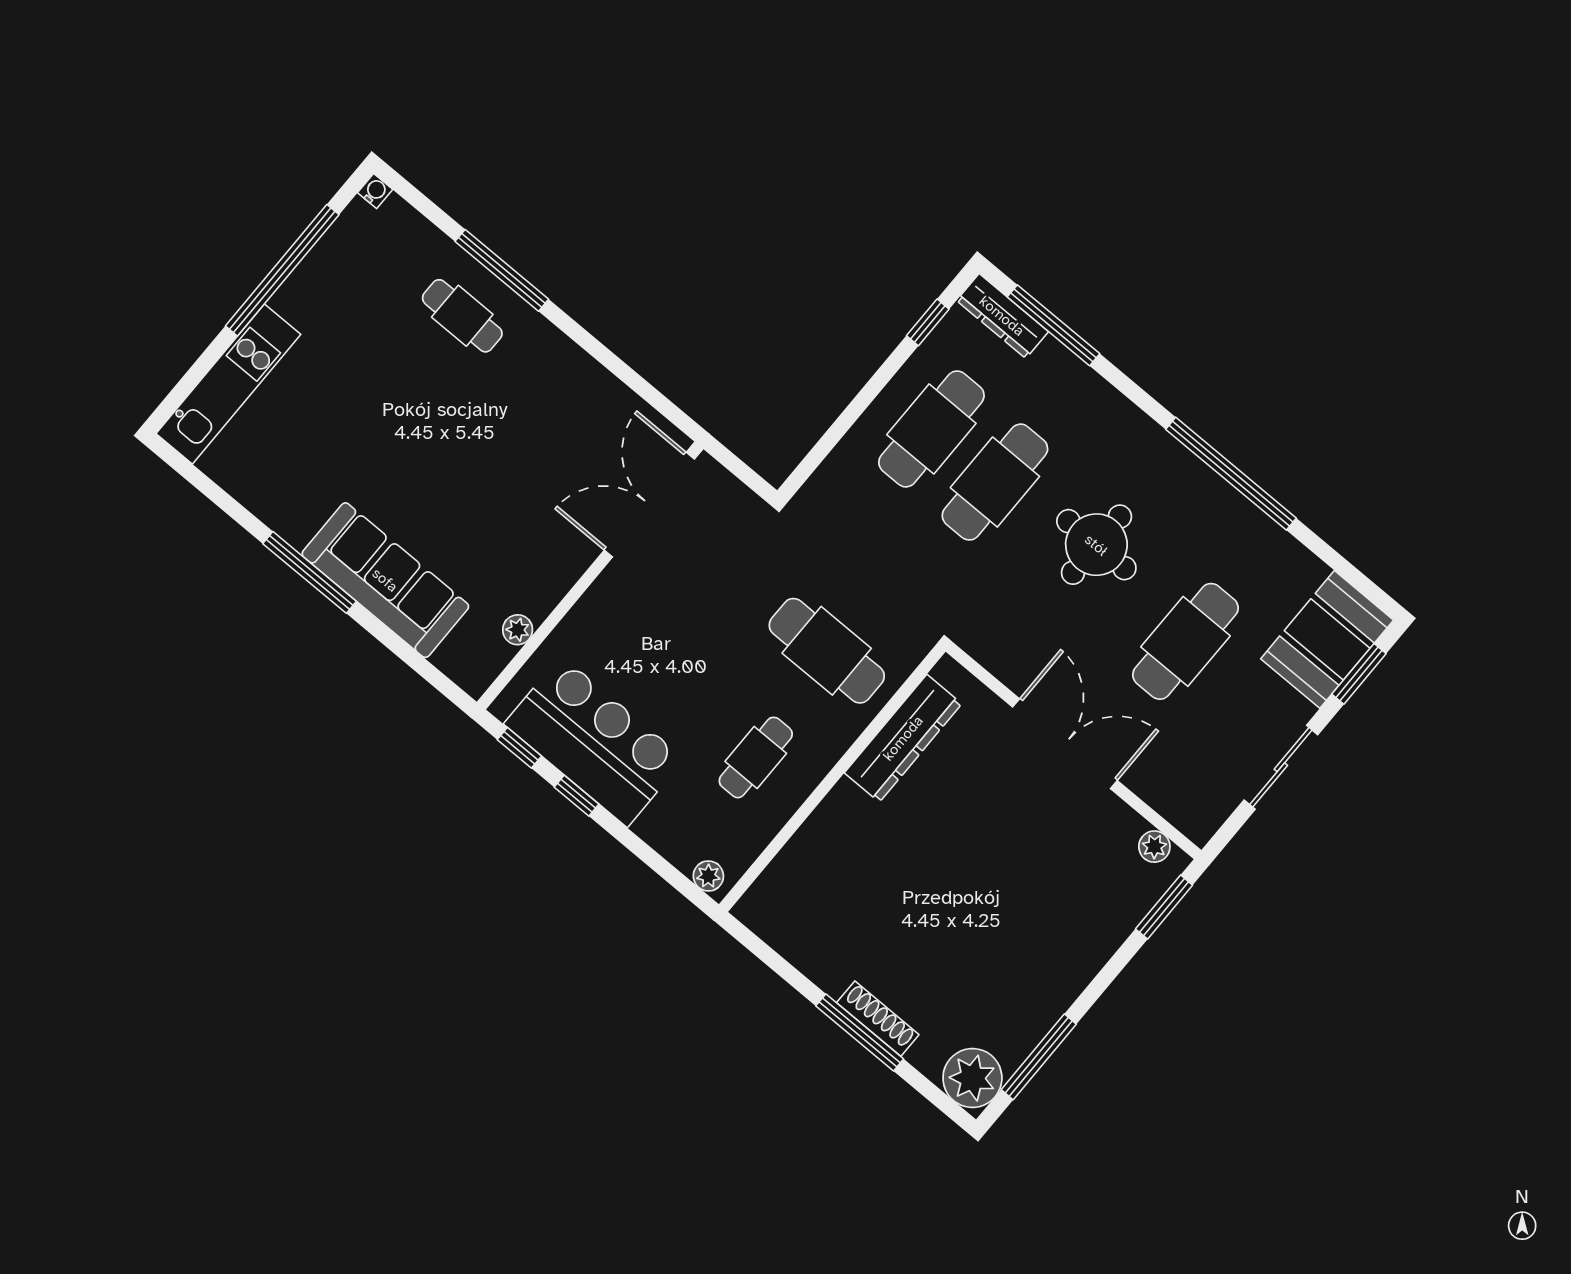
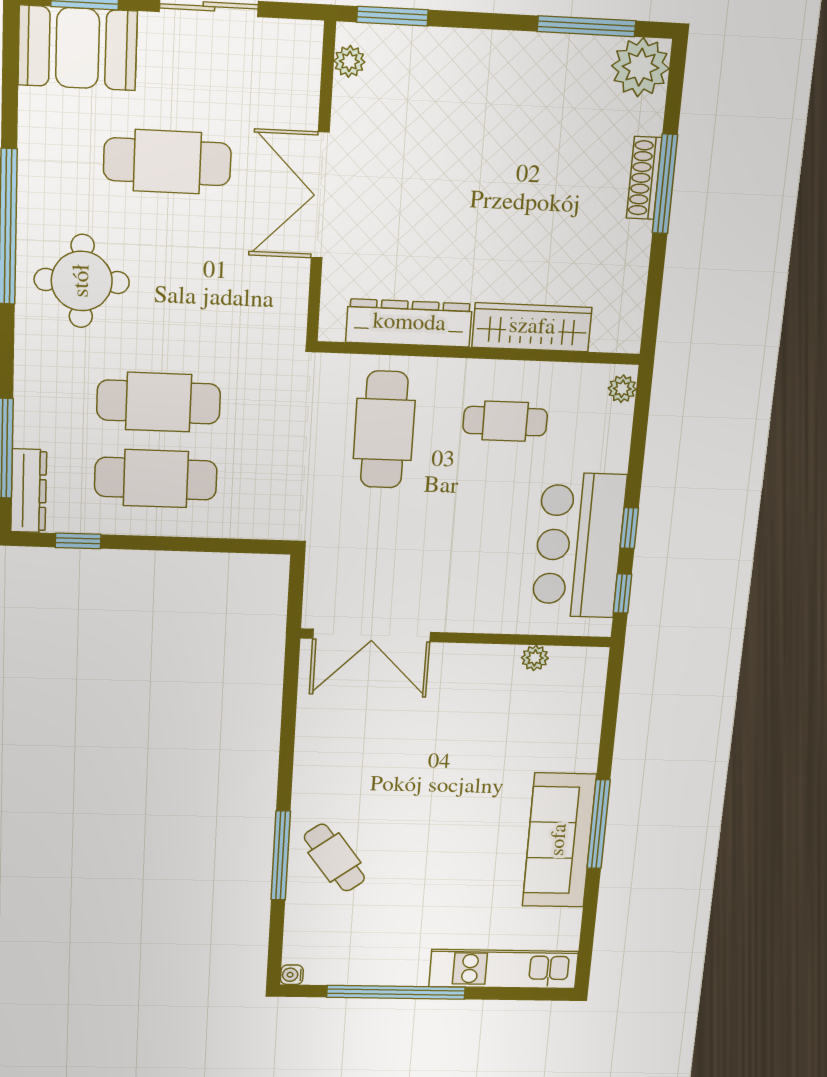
cafe table: (462, 316) -> (334, 858), turned -37
round table: (1096, 545) -> (82, 281), moved
sofa: (385, 580) -> (559, 840), moved
wardrobe: (821, 838) -> (532, 327), added

